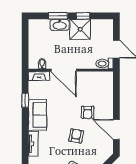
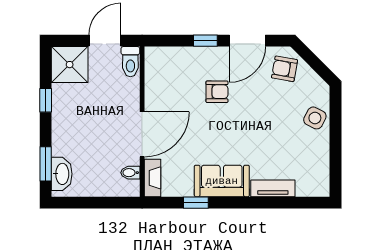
window: (58, 16) -> (46, 164), moved
washbasin: (60, 25) -> (62, 174), moved
shower: (80, 29) -> (70, 65), moved
window: (116, 106) -> (205, 41), added
armchair: (76, 136) -> (285, 69), moved

